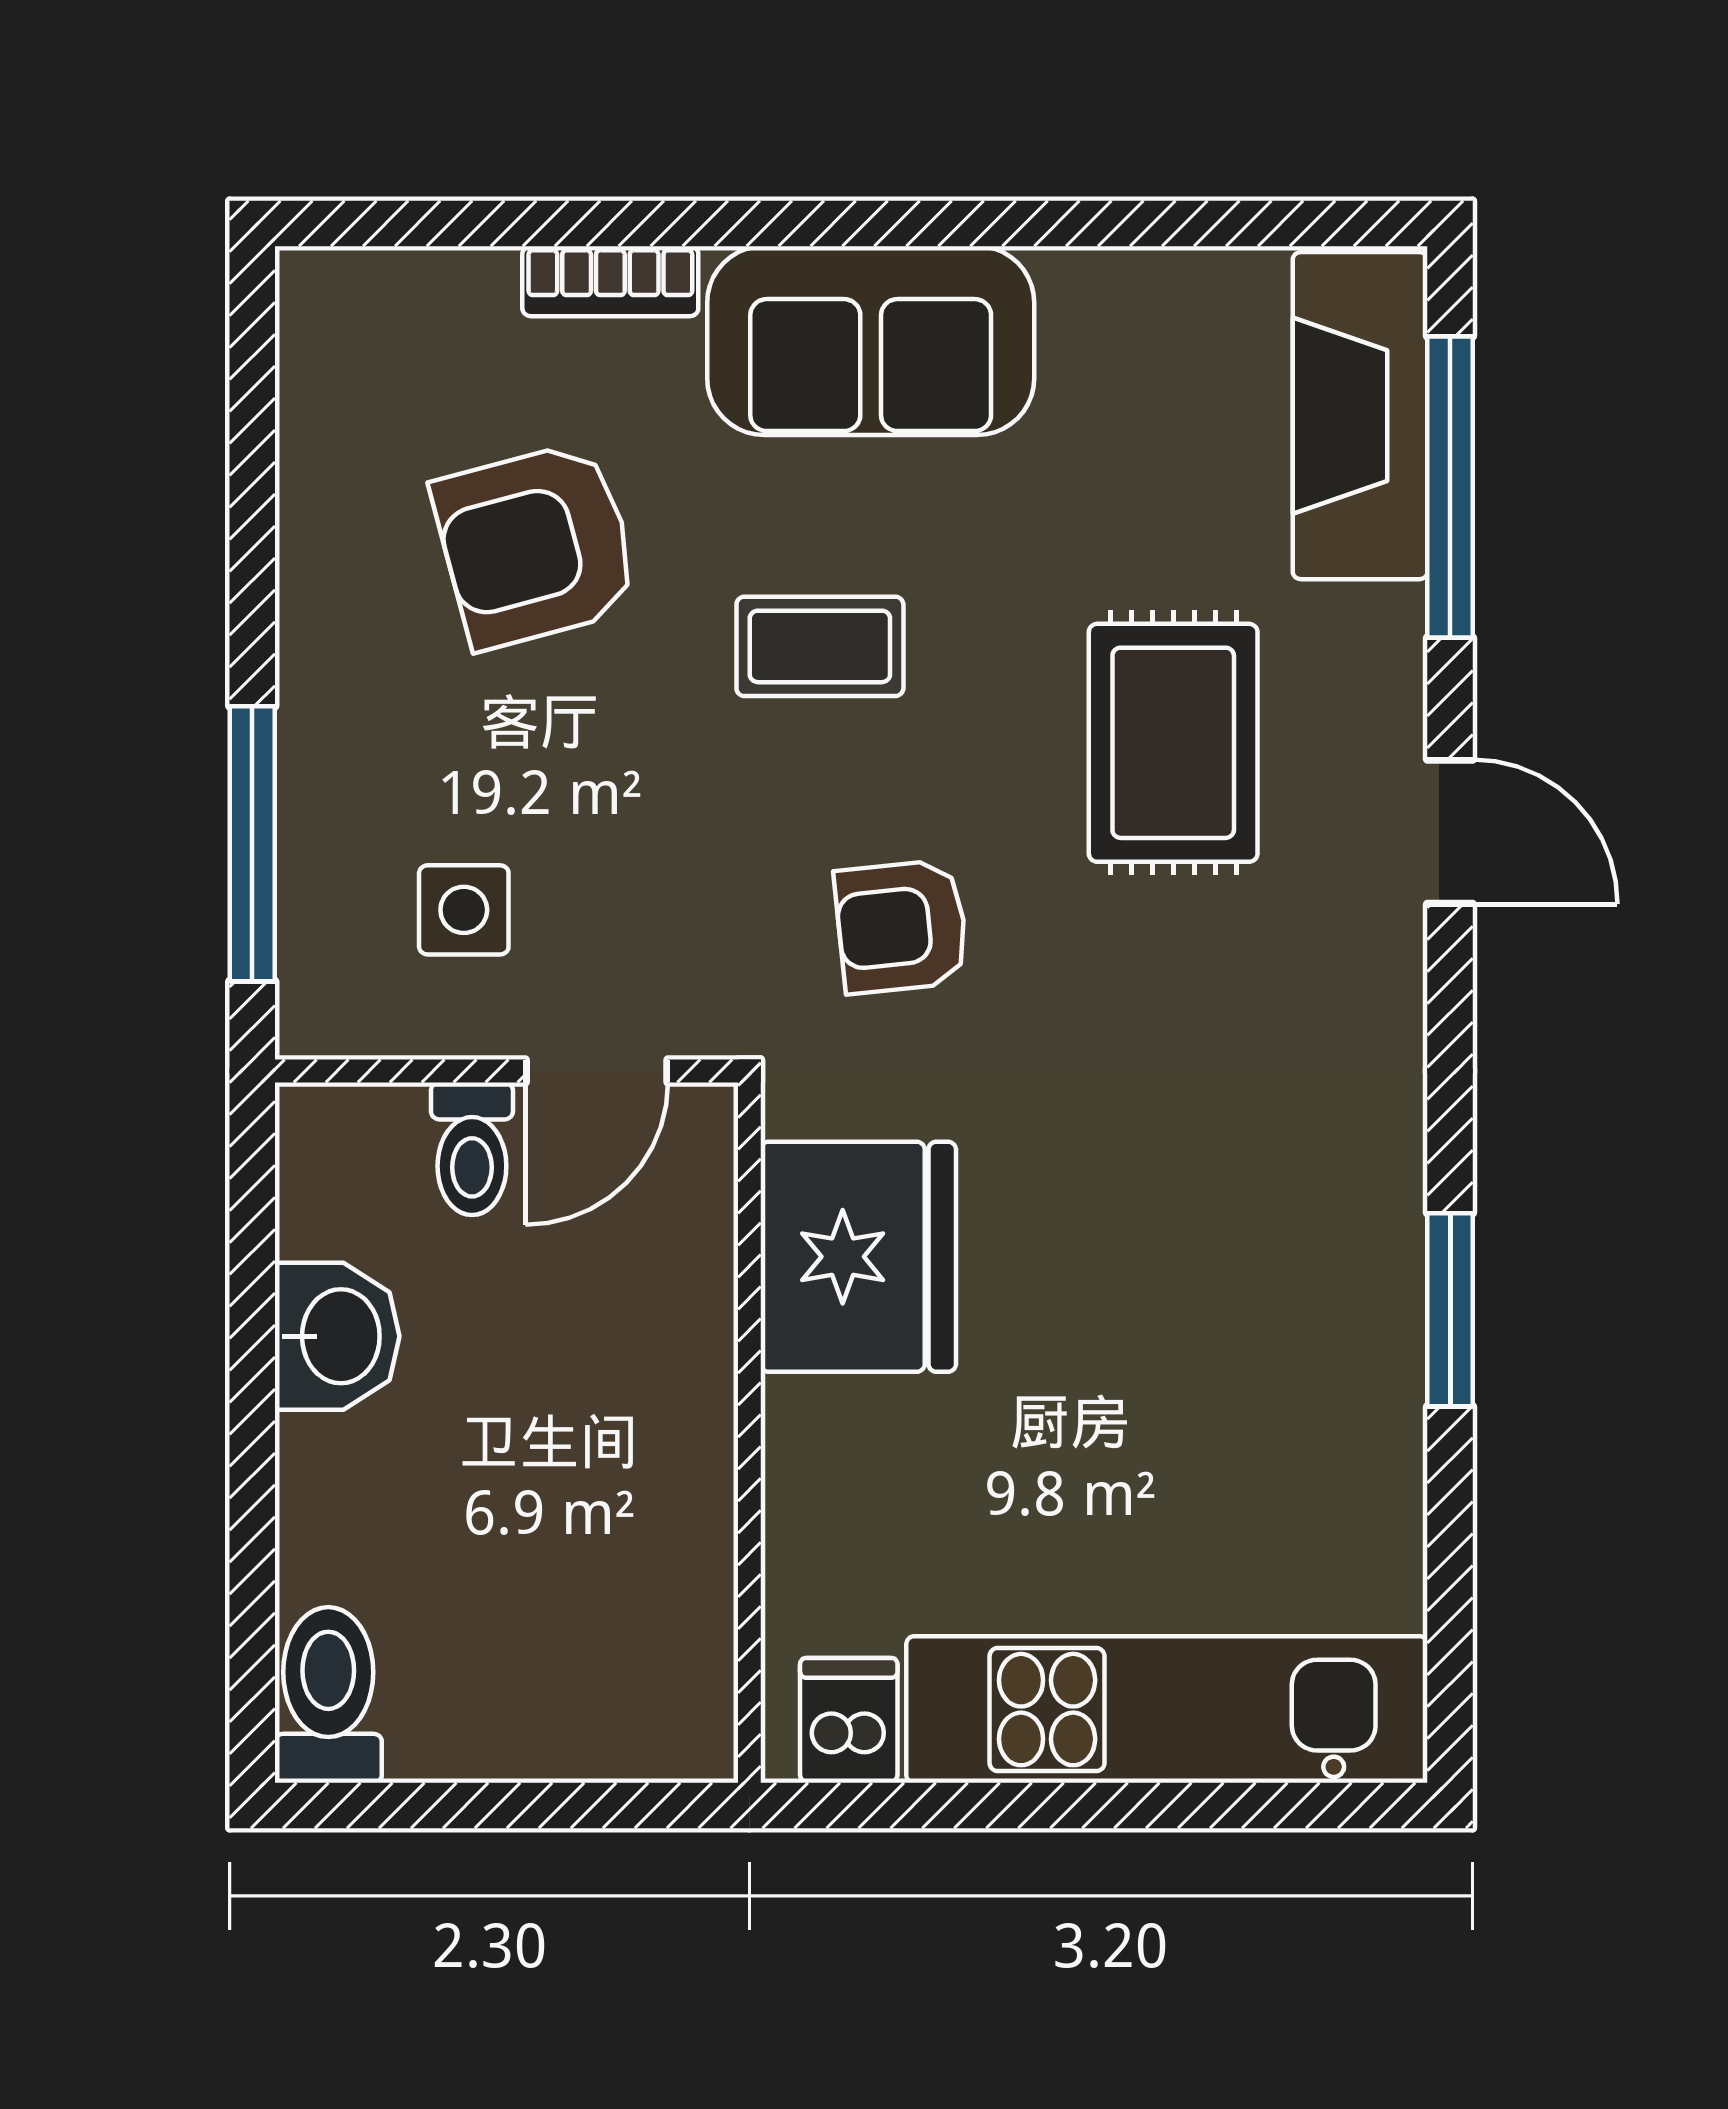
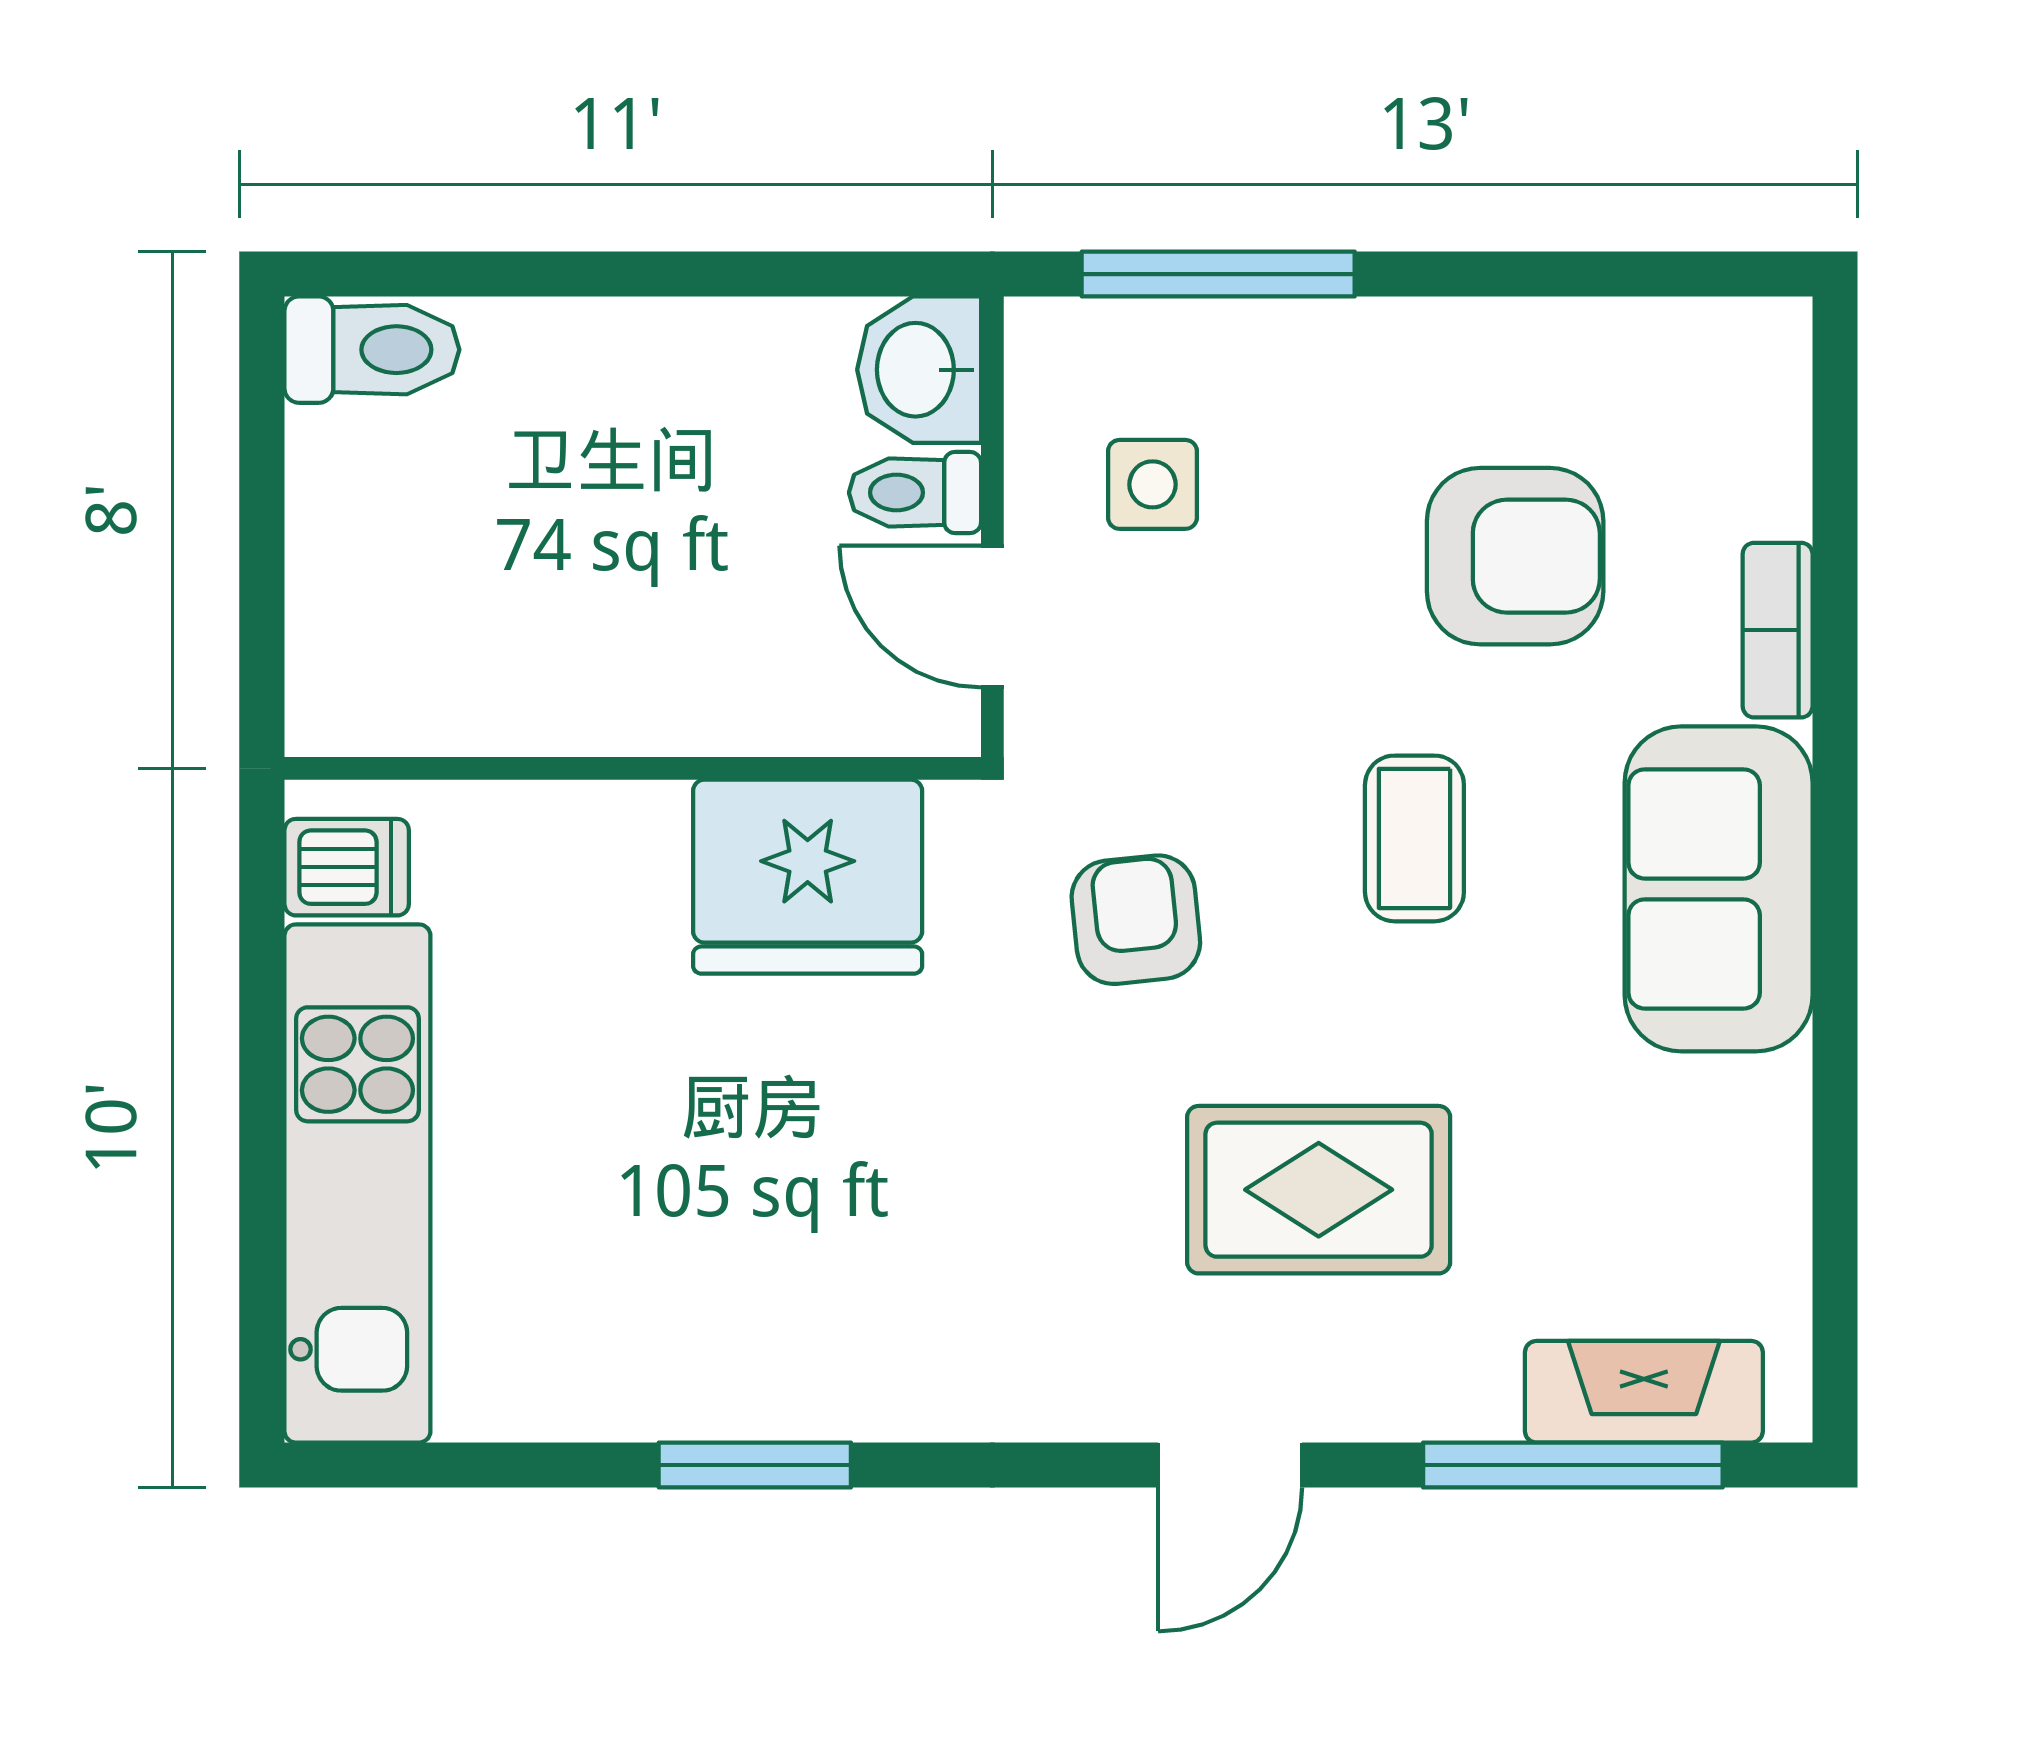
fireplace: (1360, 416) -> (1644, 1392), width x0.73, depth x0.76
armchair: (536, 545) -> (1515, 556), turned 105
washbasin: (337, 1336) -> (919, 370), moved, turned 90

